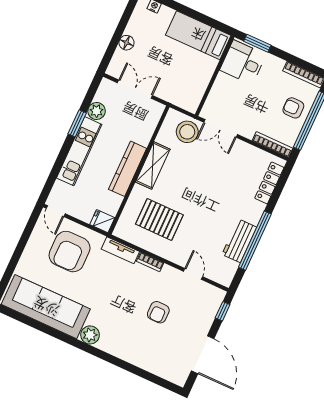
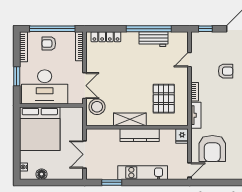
bed: (198, 35) -> (40, 129), width x2.04
floor lamp: (127, 43) -> (42, 174), moved
window: (257, 43) -> (17, 76), moved
desk: (243, 62) -> (45, 87), width x1.87, depth x1.30
armchair: (293, 108) -> (49, 44), turned 90
plant: (97, 111) -> (111, 173), removed
window: (77, 123) -> (112, 182), moved
armchair: (70, 252) -> (212, 149), turned 90

